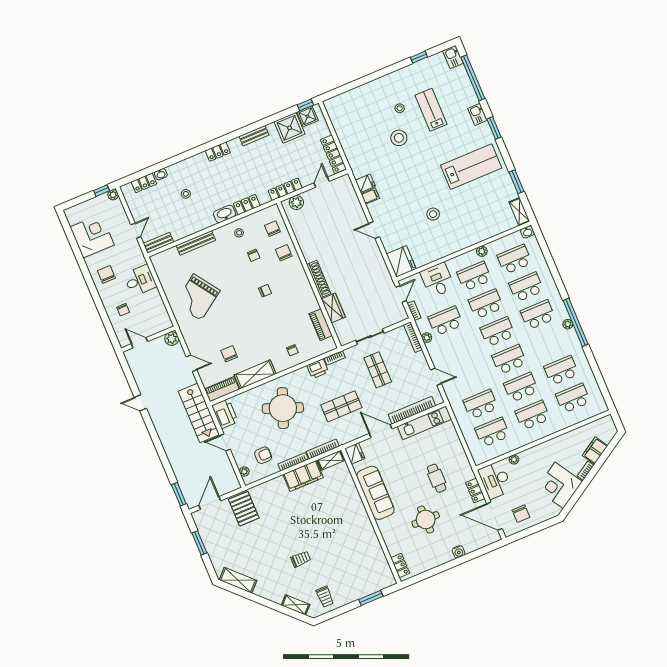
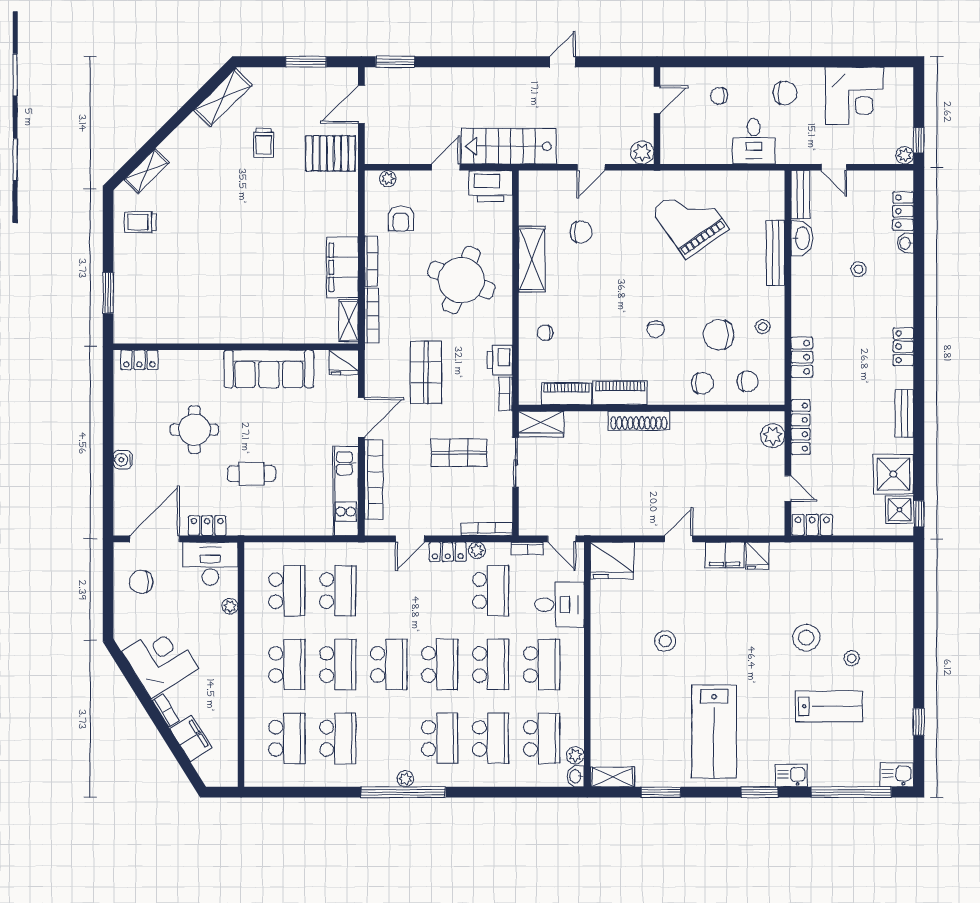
locker: (333, 154) -> (812, 525), width x0.66
filing cabinet: (370, 196) -> (725, 555), width x2.00
washbasin: (225, 214) -> (802, 238), moved
plant: (482, 251) -> (575, 755), moved
chair: (254, 255) -> (719, 335), width x1.87, depth x1.87
wardrobe: (333, 308) -> (541, 424), moved
locker: (434, 353) -> (448, 552), added
piano: (222, 389) -> (620, 393), moved, turned -90
door: (210, 503) -> (361, 104), swing flipped
trolley: (301, 559) -> (264, 143), moved

